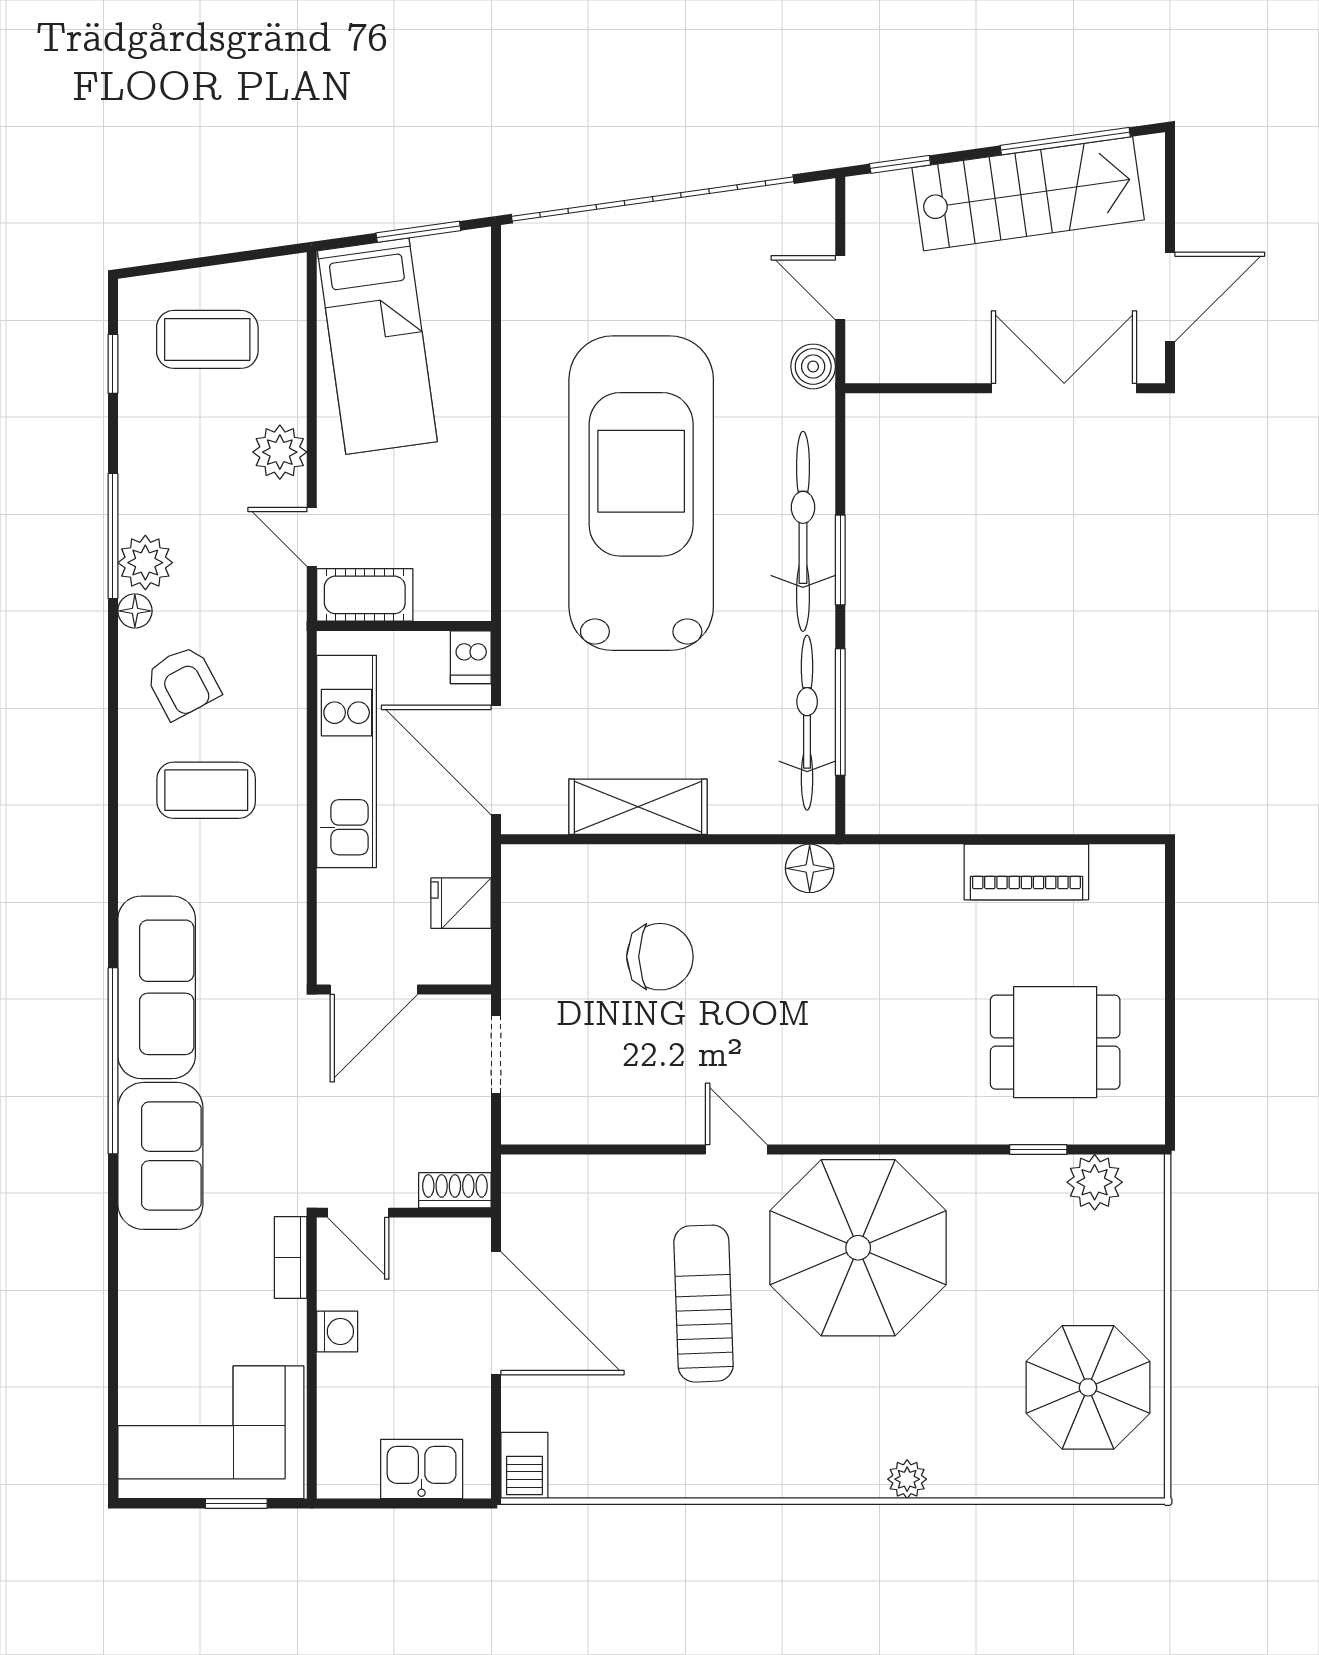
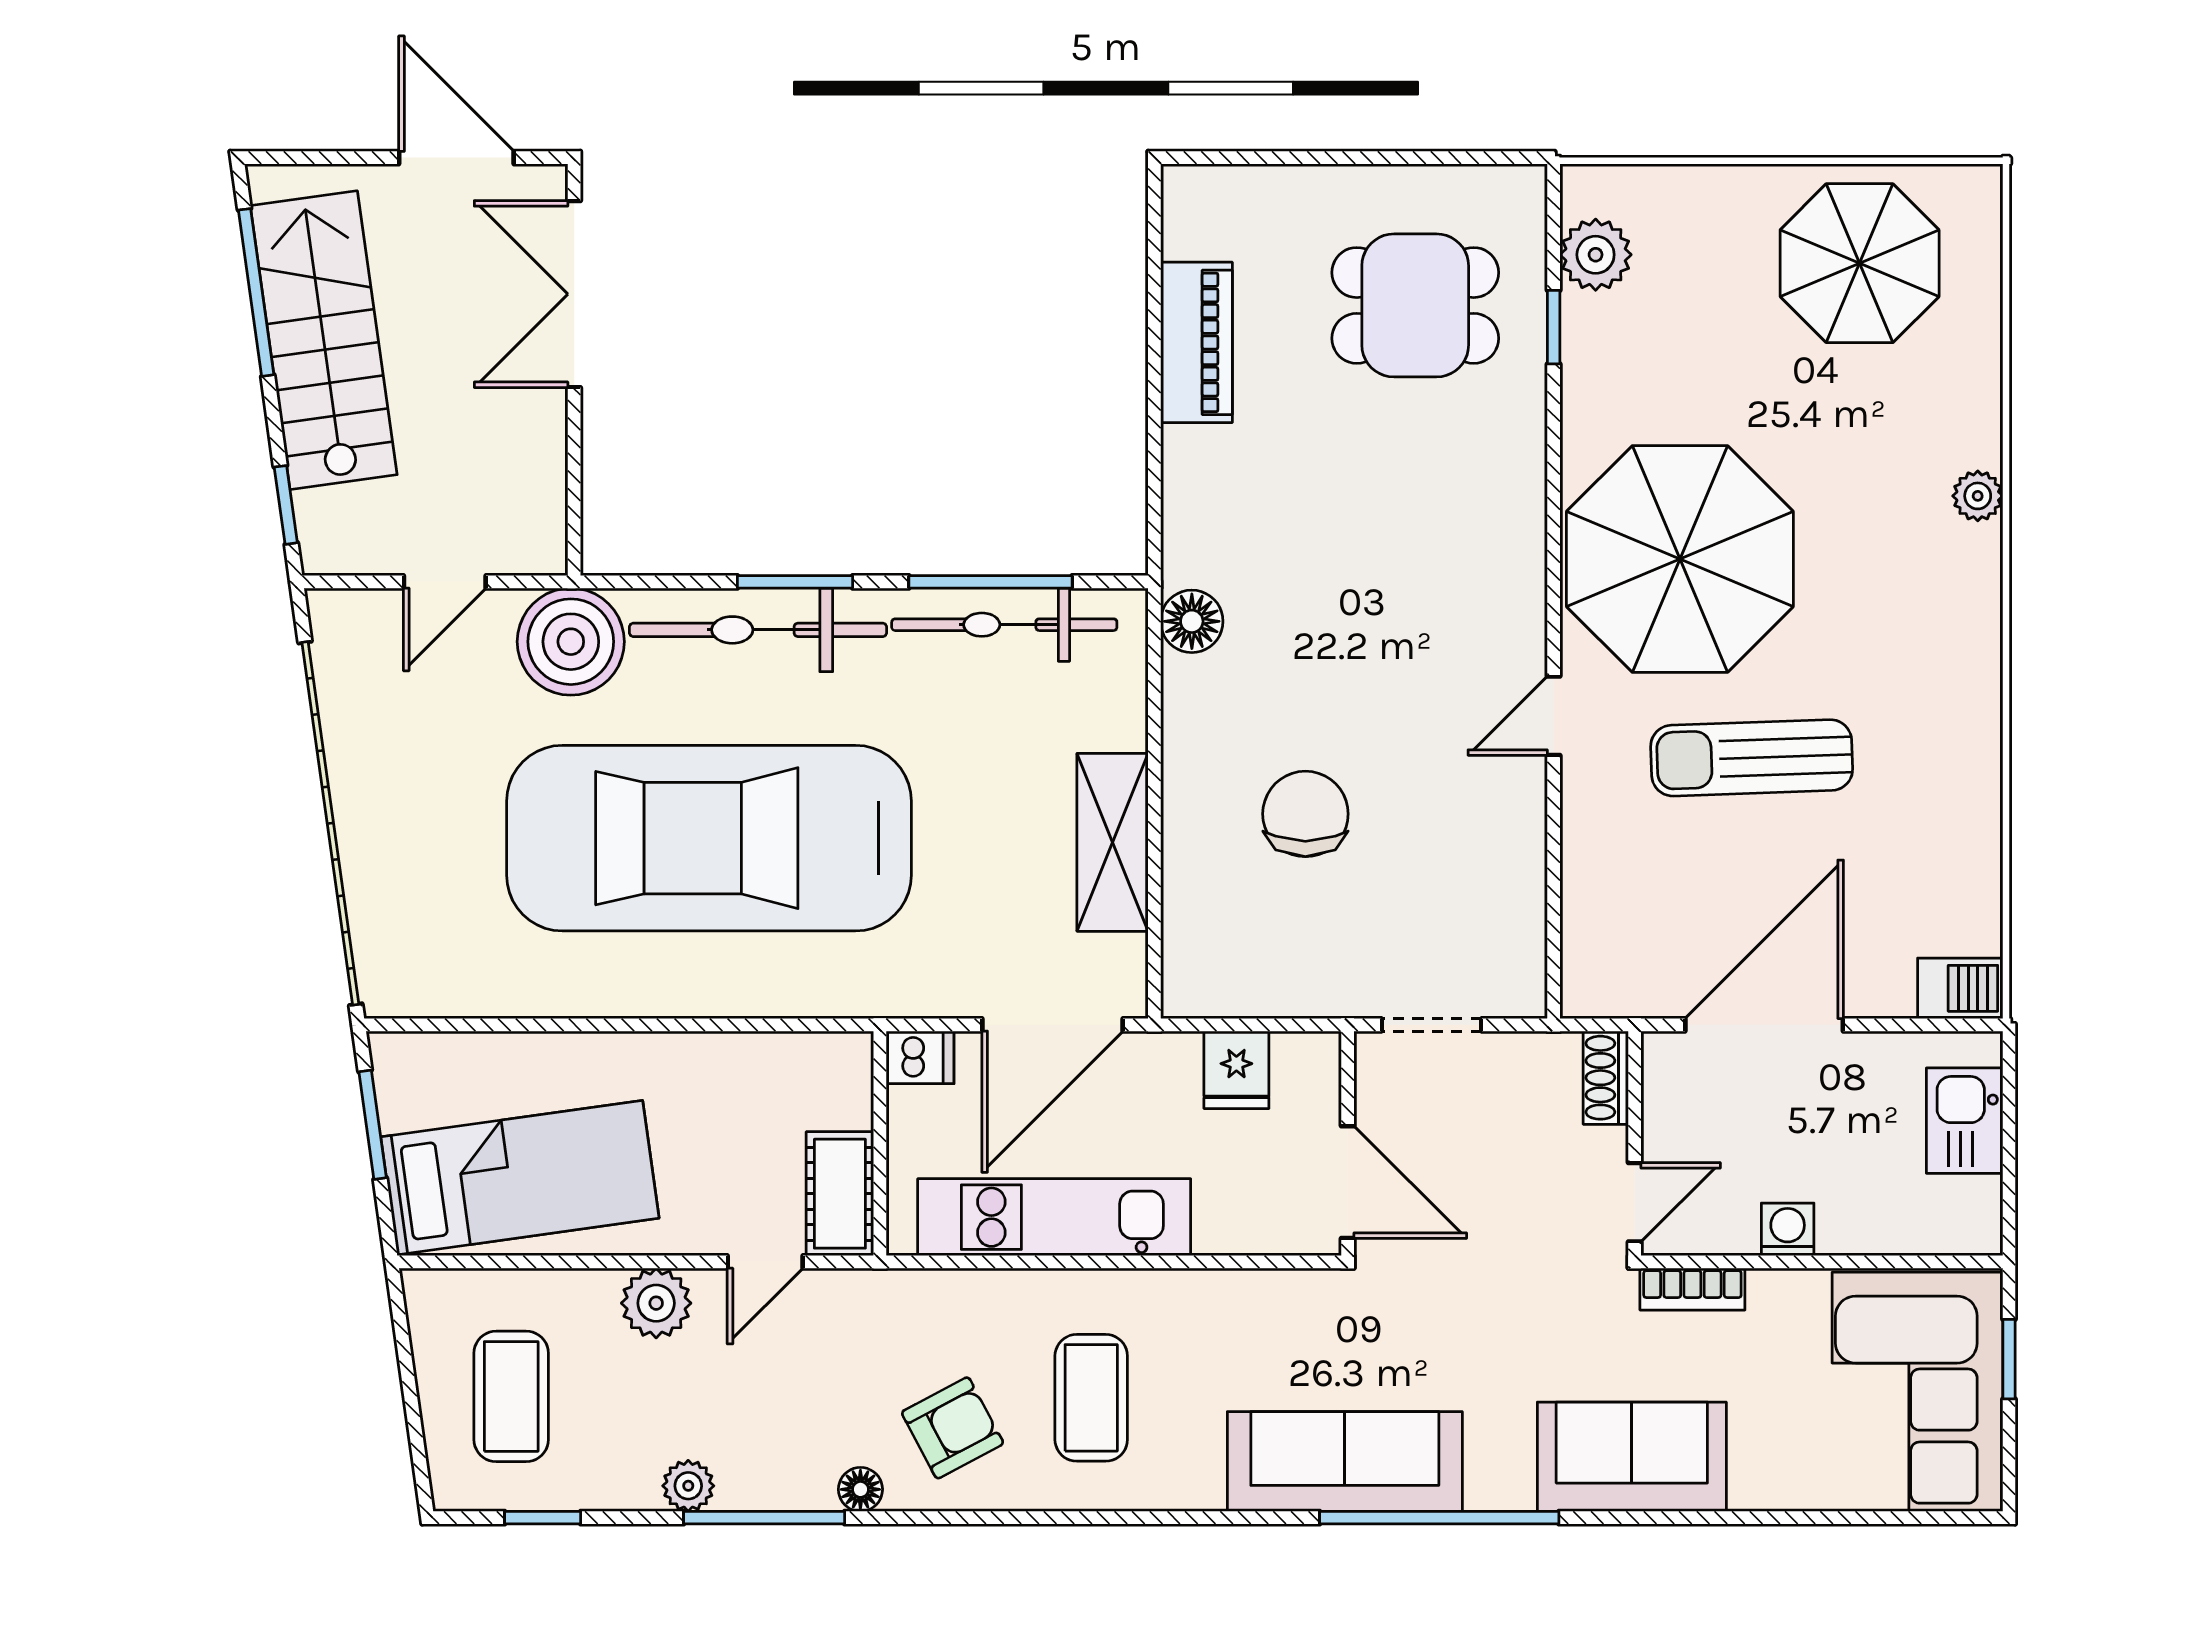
boiler: (813, 366) -> (571, 642), width x1.86, depth x1.86
plant: (145, 563) -> (688, 1486), moved, width x0.73, depth x0.73
dining table: (1055, 1042) -> (1415, 305), turned 90
sofa: (160, 1156) -> (1632, 1457), moved

